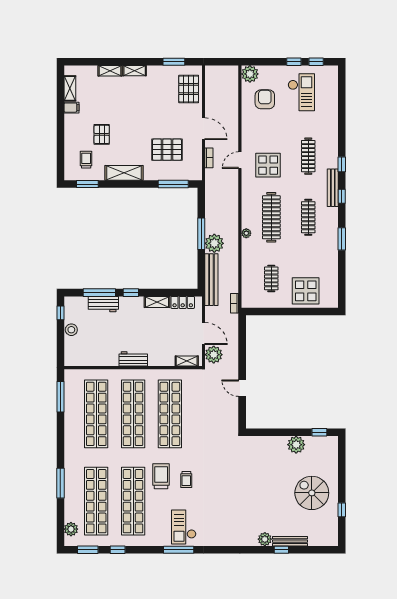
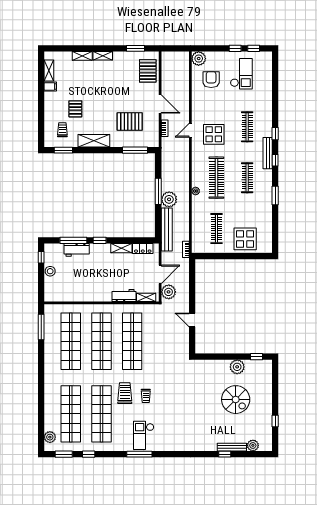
clothes rail: (271, 278) -> (216, 229), width x1.36
door: (204, 333) -> (160, 274), hinge flipped
workbench: (133, 359) -> (124, 295), moved
window: (60, 483) -> (41, 399), removed
spiral stairs: (312, 493) -> (236, 400), moved, turned 180
plant: (265, 539) -> (253, 445), moved

